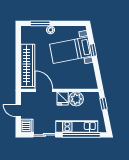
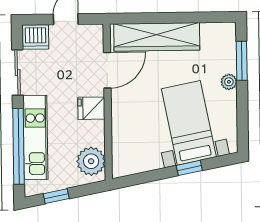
plant: (76, 99) -> (91, 161), moved
window: (104, 104) -> (56, 196), moved

